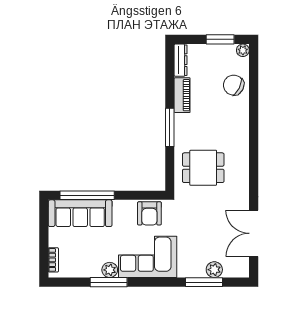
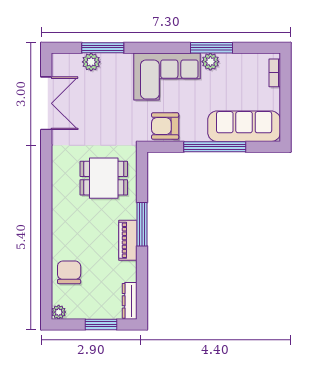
window: (220, 39) -> (101, 324), moved
chair: (234, 85) -> (69, 272), turned -117
piano: (182, 95) -> (128, 240), moved
window: (87, 195) -> (215, 147), moved
armchair: (149, 213) -> (165, 126), turned -90

